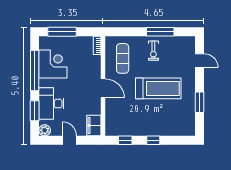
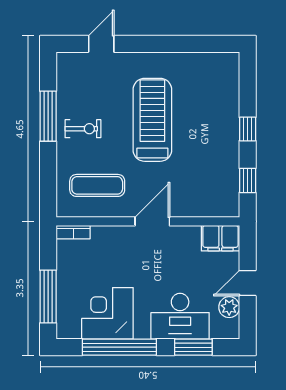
window: (200, 102) -> (178, 44), removed
plant: (45, 130) -> (229, 307), moved

